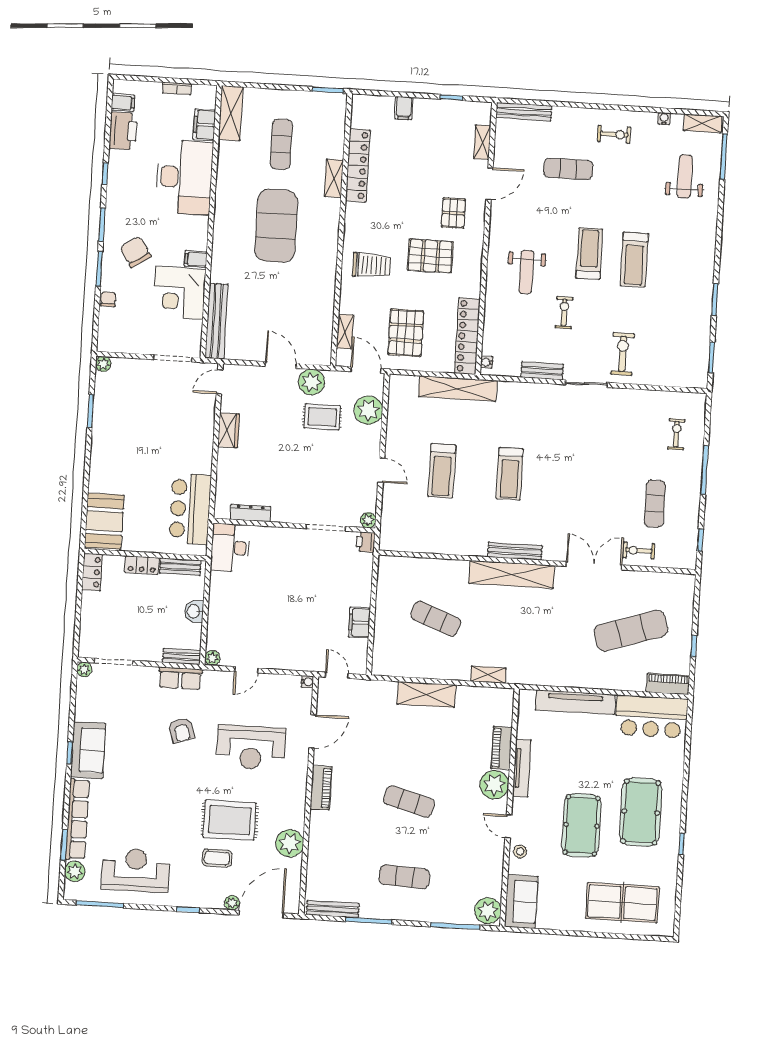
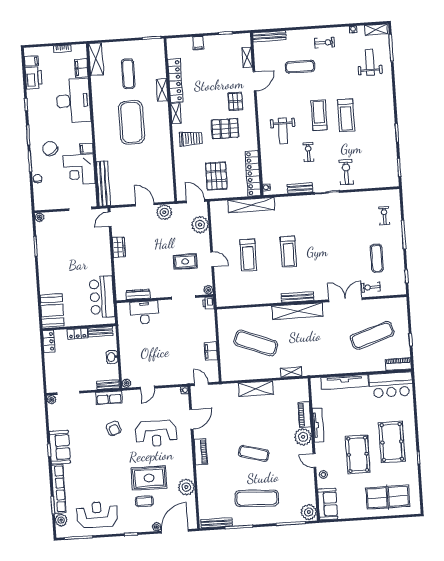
shelving: (345, 332) -> (176, 113), moved
rug: (322, 417) -> (185, 261), moved
desk: (230, 548) -> (144, 312), moved, turned 90
exercise mat: (436, 619) -> (256, 343), width x1.36, depth x1.45
exercise mat: (404, 877) -> (257, 498), width x1.36, depth x1.45

